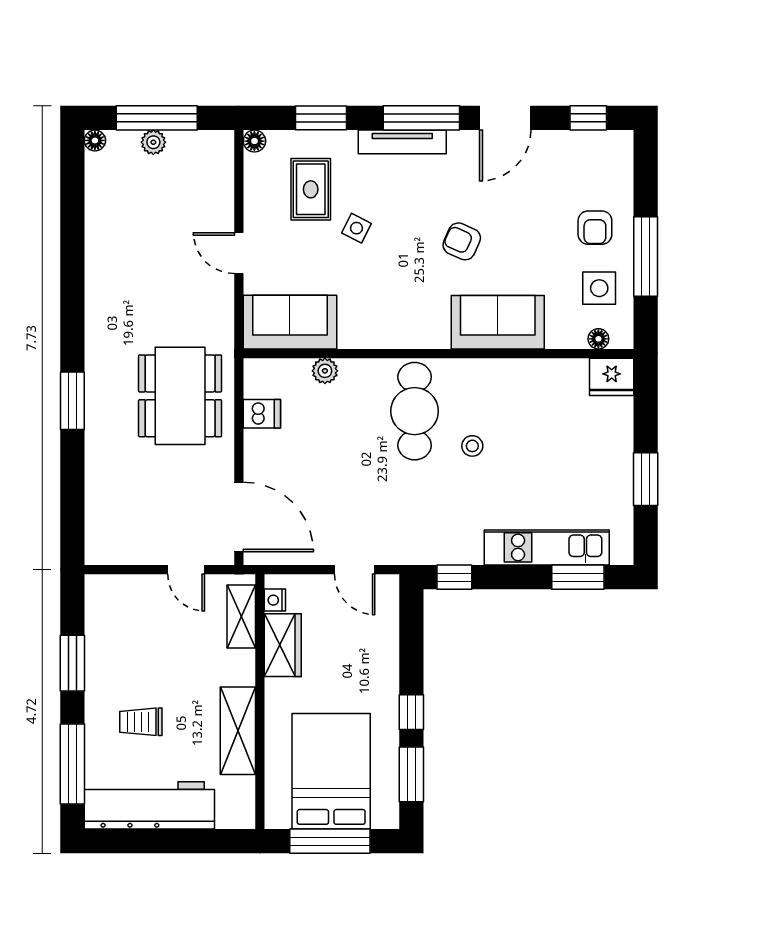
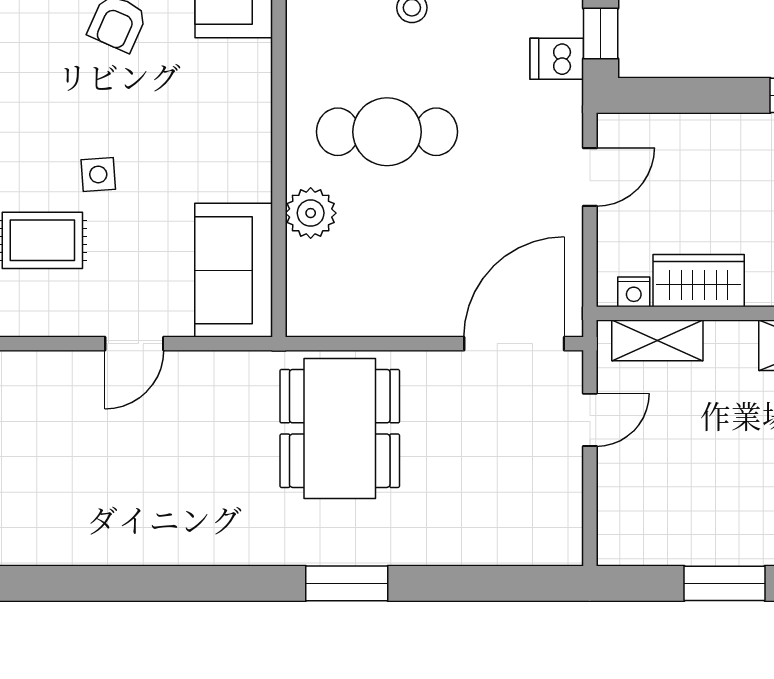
side table: (356, 228) -> (98, 174), turned -31
plant: (325, 371) -> (311, 213), width x1.38, depth x1.38
dining table: (180, 396) -> (340, 428), turned 90
cafe table: (415, 411) -> (387, 132), moved
dishwasher: (262, 414) -> (557, 59), moved, turned -90

